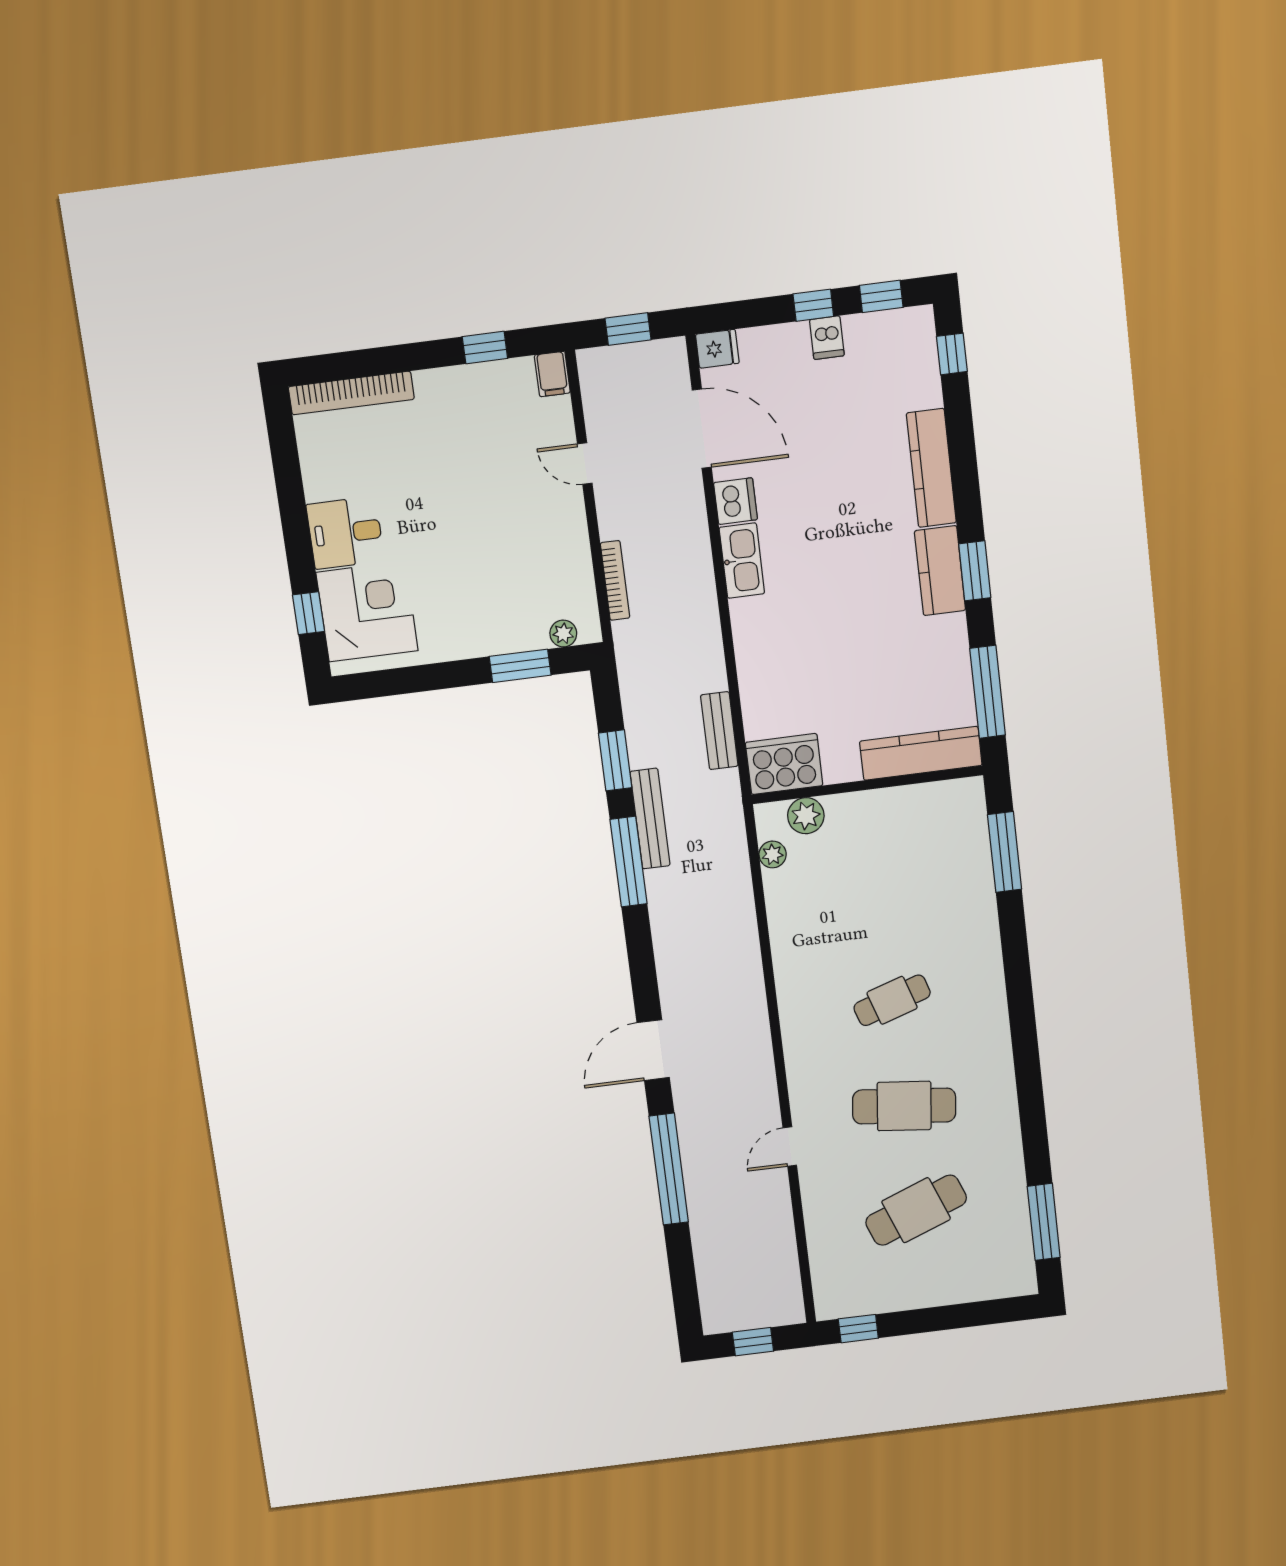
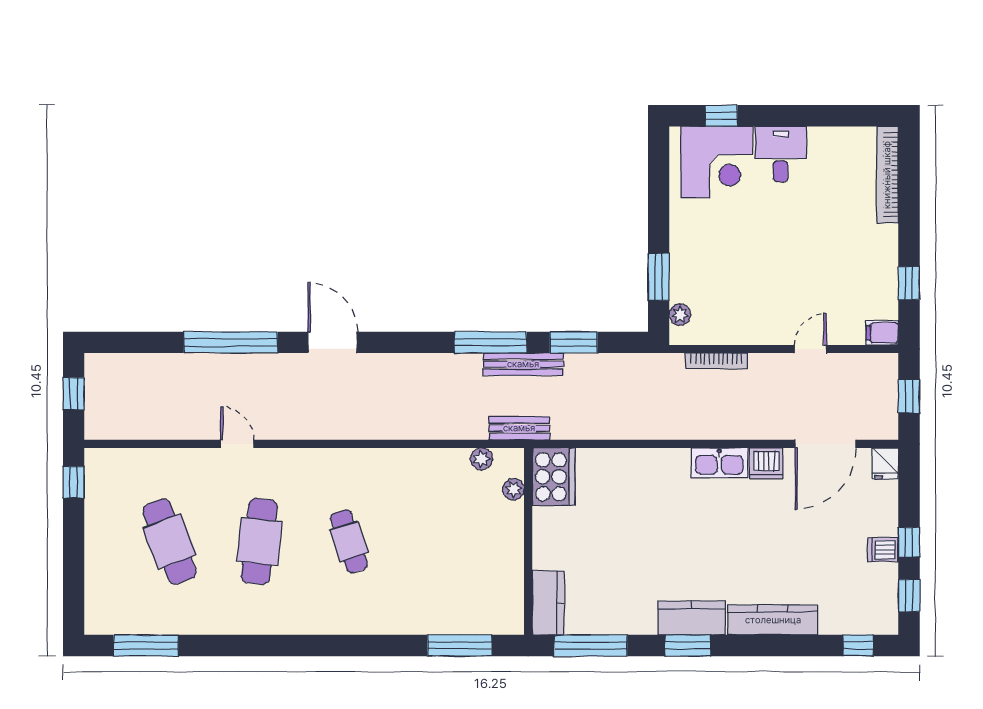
bench: (719, 731) -> (519, 428), moved
kitchen counter: (921, 753) -> (548, 603), width x0.67
plant: (806, 816) -> (514, 489), width x0.73, depth x0.73

